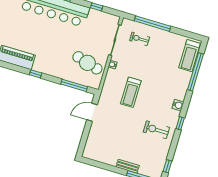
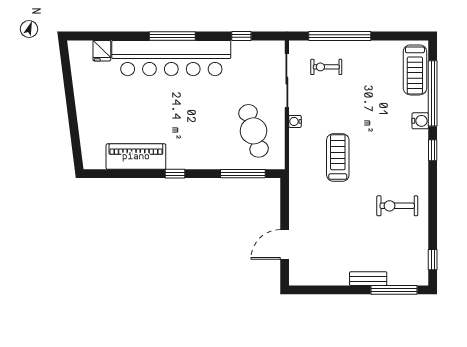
cafe table: (87, 63) -> (254, 131), turned 57
treadmill: (131, 92) -> (338, 157), turned 180
water cooler: (178, 105) -> (420, 121), moved
door: (92, 112) -> (285, 244), moved
window: (180, 123) -> (433, 150), moved

